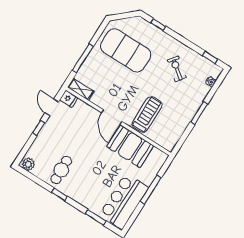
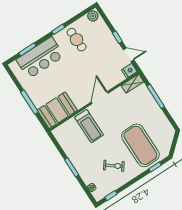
exercise mat: (126, 50) -> (140, 145), moved, turned 90
door: (112, 117) -> (100, 98), hinge flipped
booth: (130, 146) -> (57, 110), moved
bar counter: (124, 201) -> (40, 58), moved, turned 90

